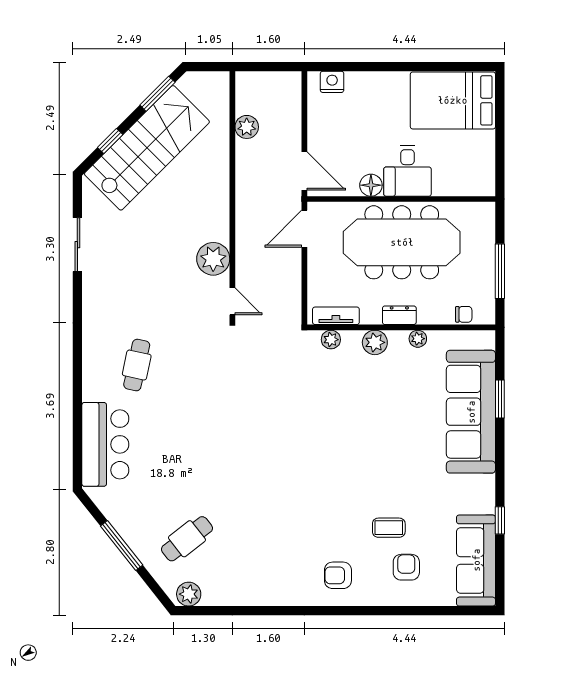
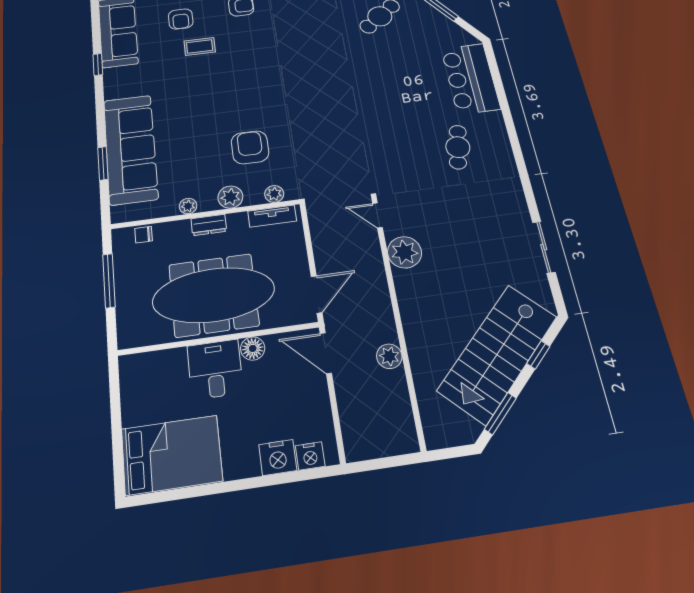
nightstand: (361, 85) -> (278, 458), added
plant: (247, 127) -> (389, 356), moved
armchair: (349, 396) -> (250, 147), added

